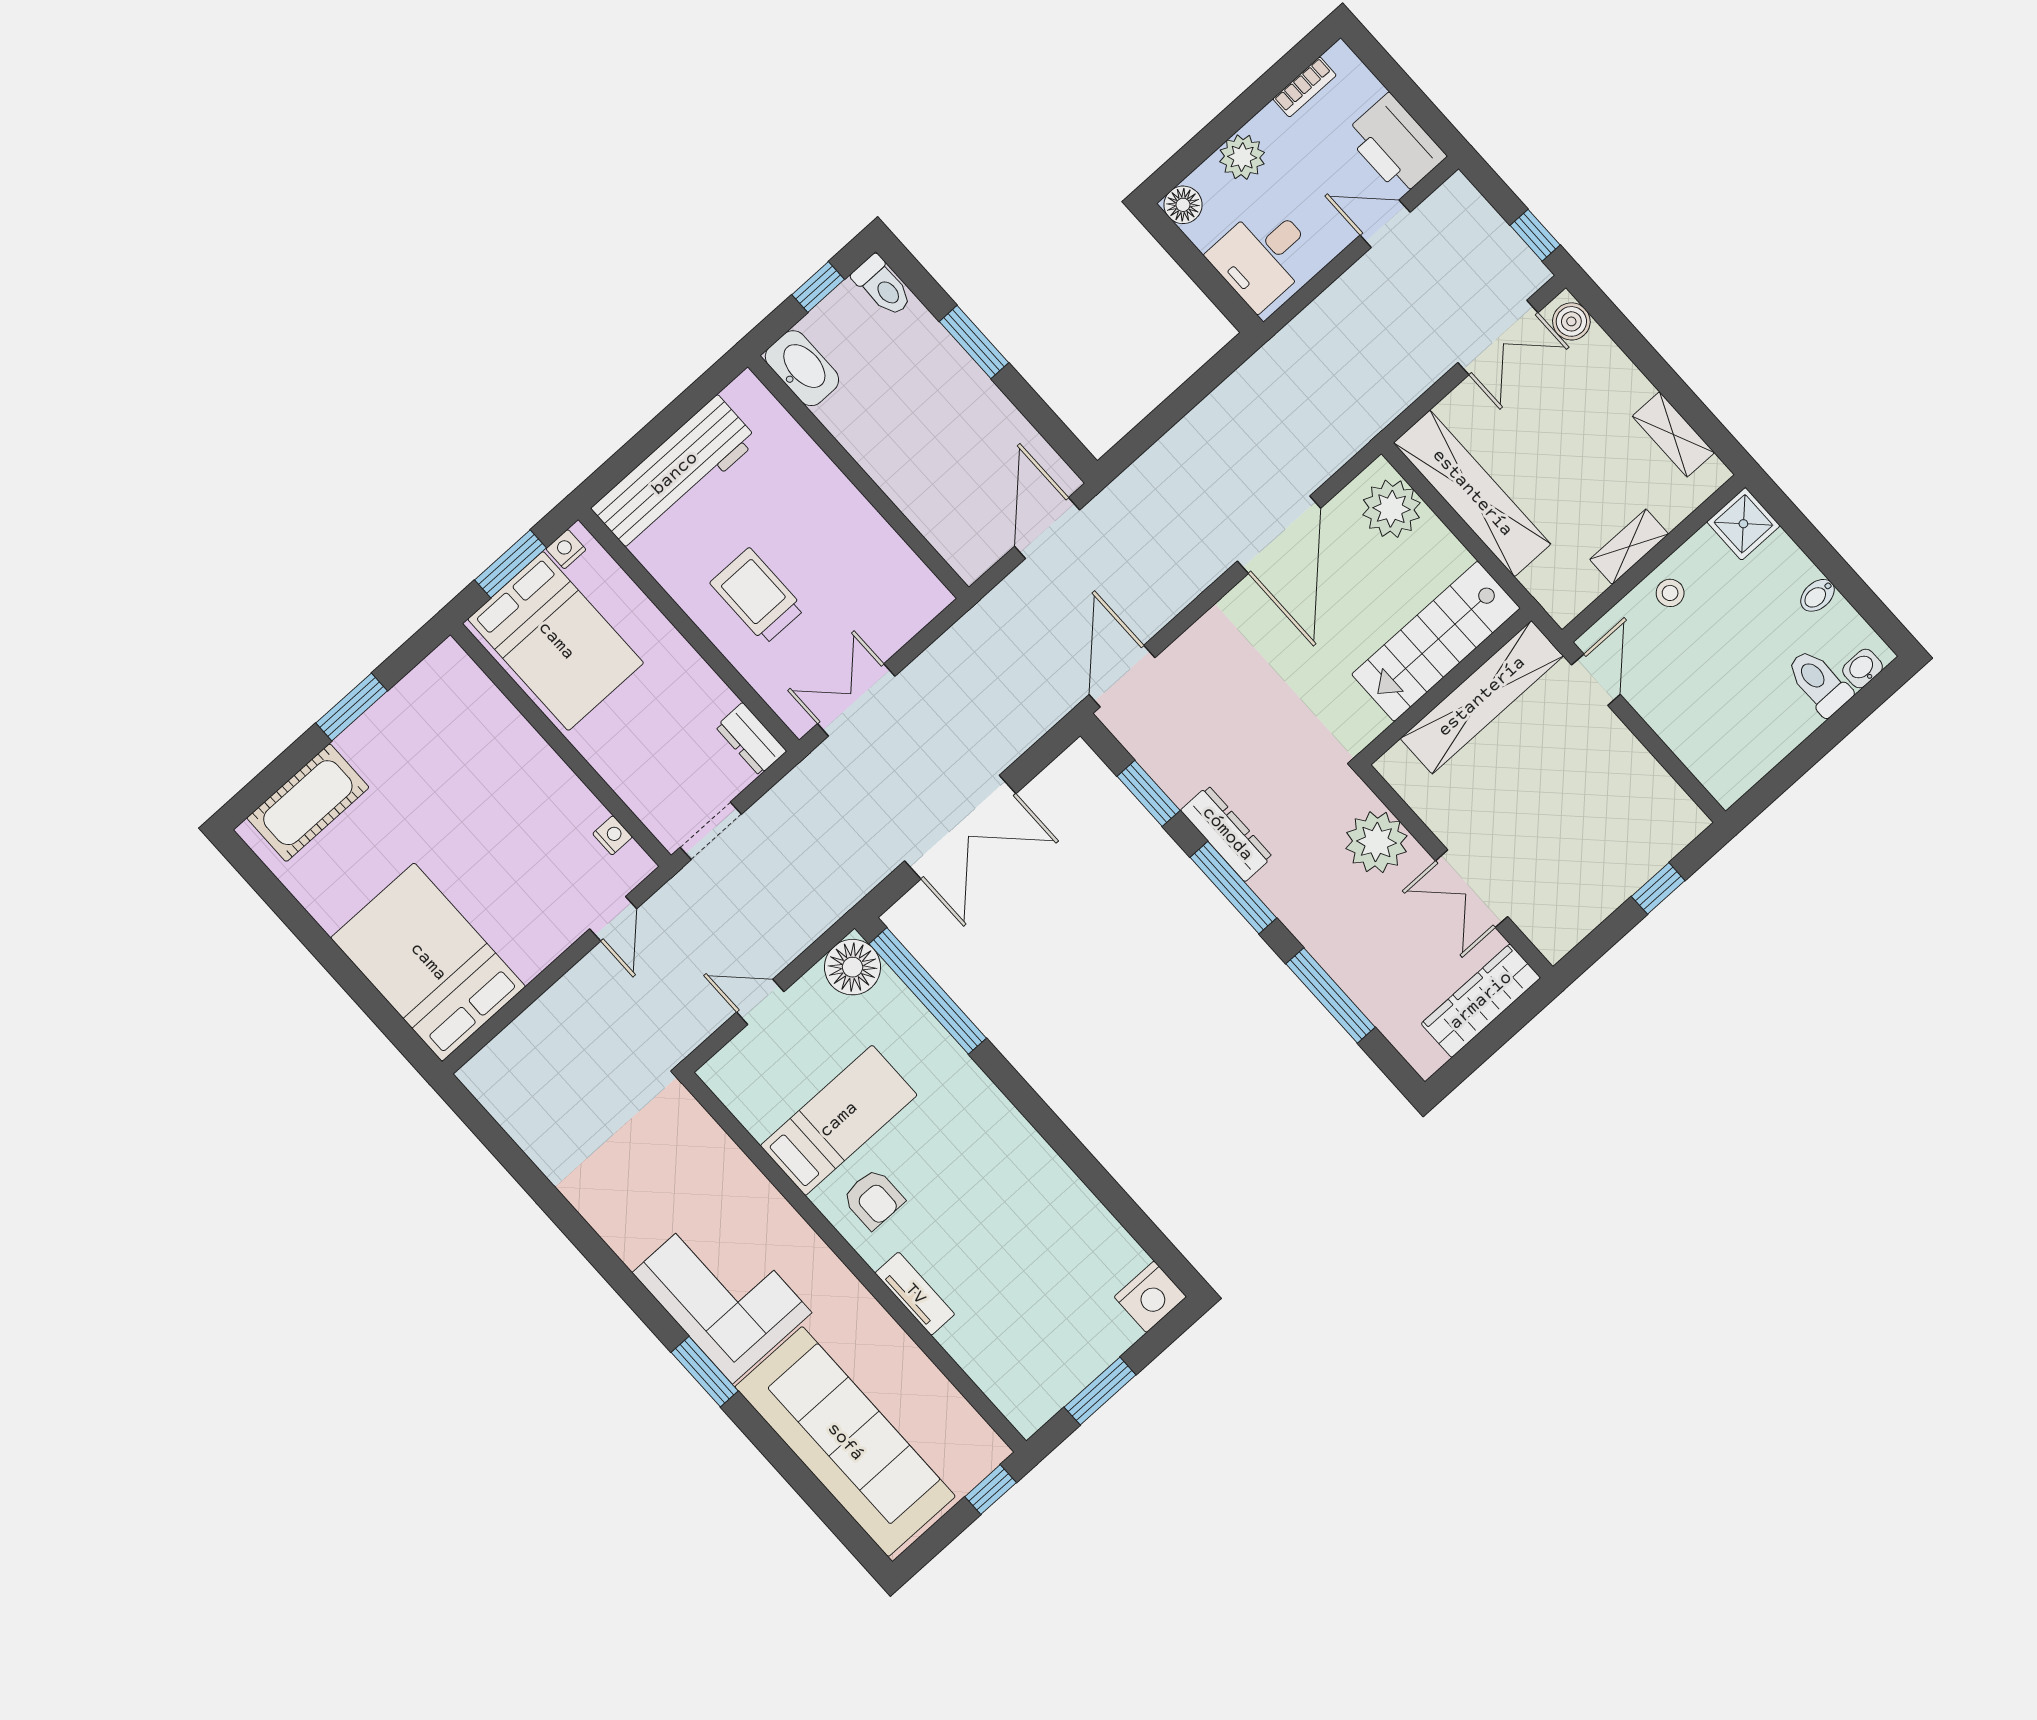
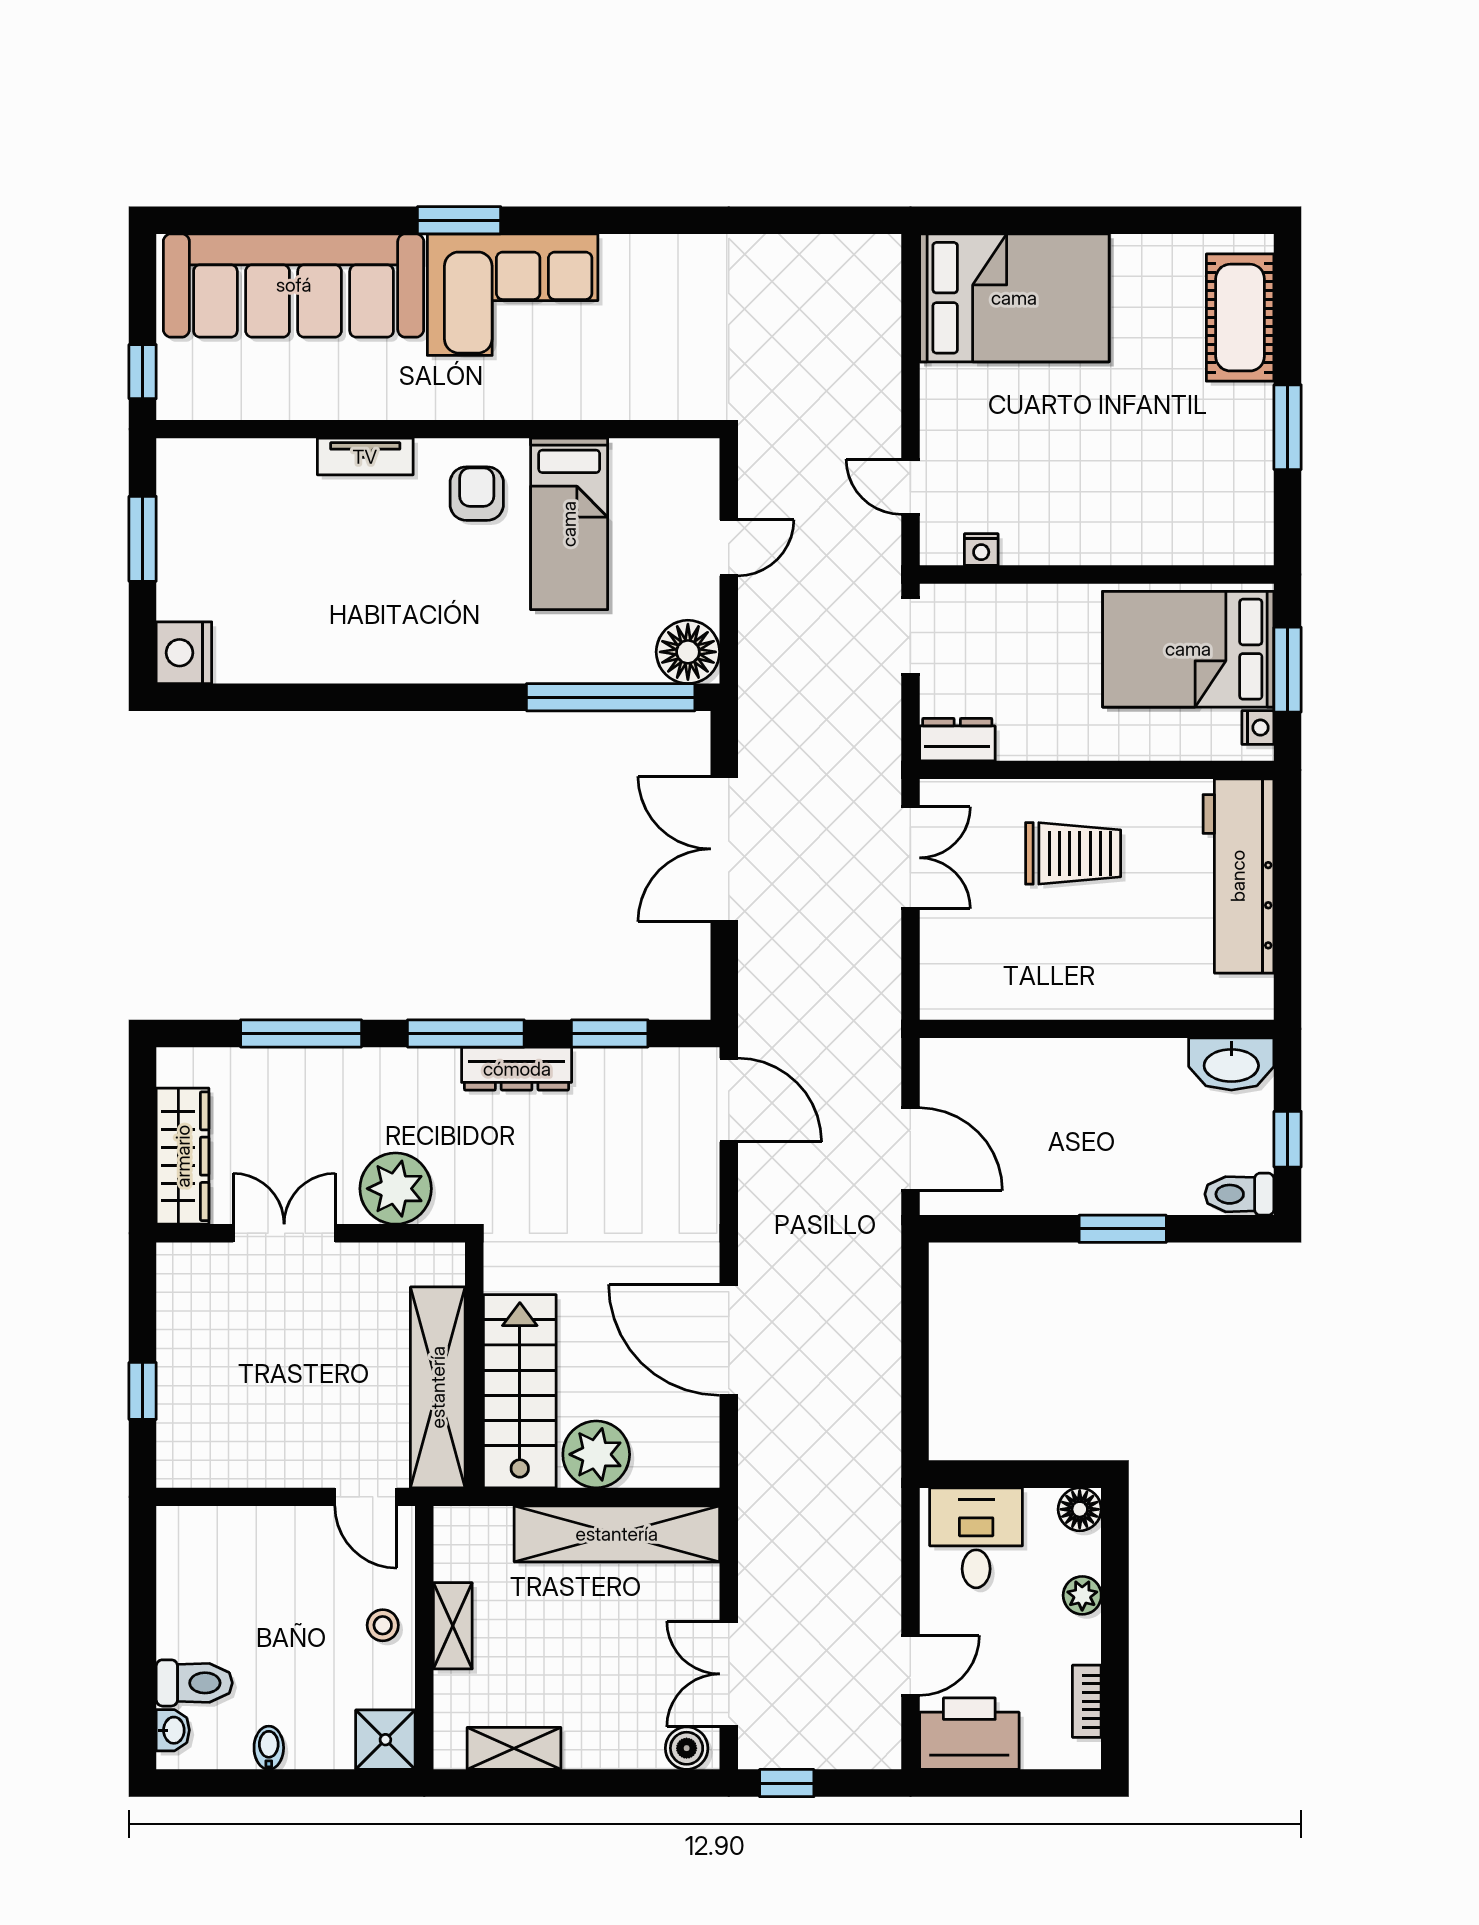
plant: (1242, 157) -> (1082, 1595), width x0.73, depth x0.73
plant: (1391, 509) -> (596, 1454), moved
armchair: (873, 1199) -> (477, 494), turned 90

